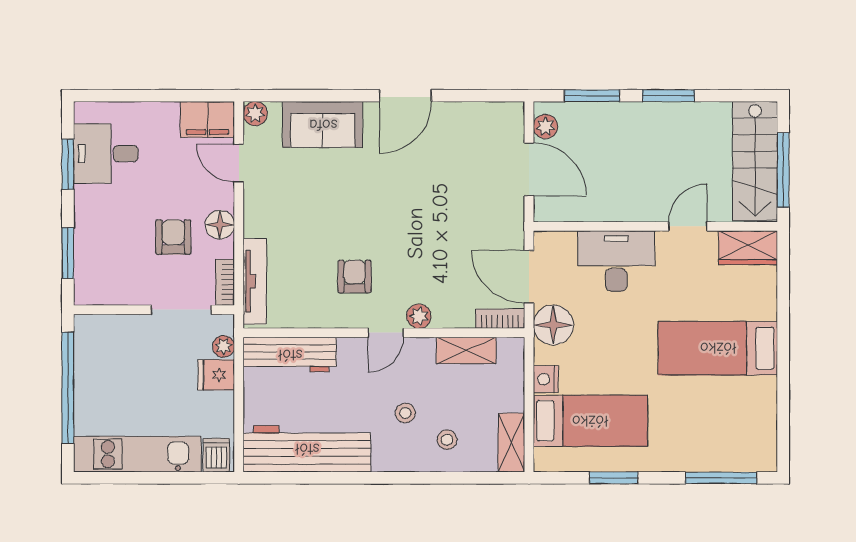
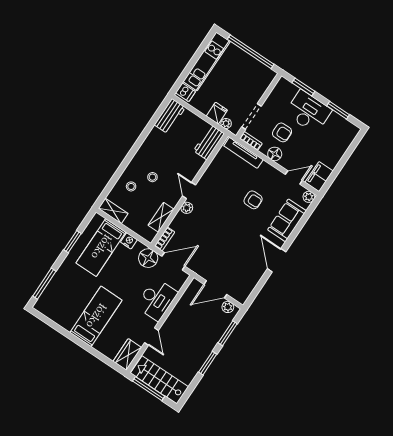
desk: (106, 154) -> (308, 112), moved, width x1.37
armchair: (355, 276) -> (253, 200), moved
workbench: (290, 355) -> (209, 142), width x0.73
workbench: (307, 449) -> (170, 116), width x0.53, depth x0.76

